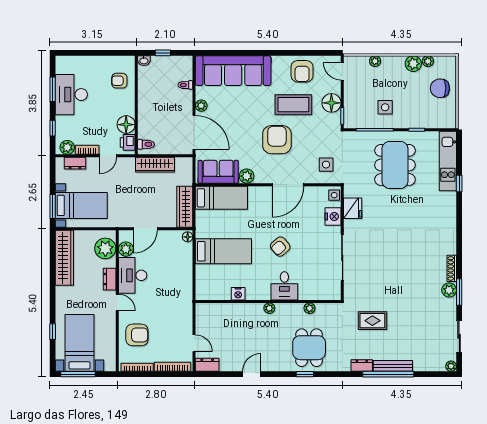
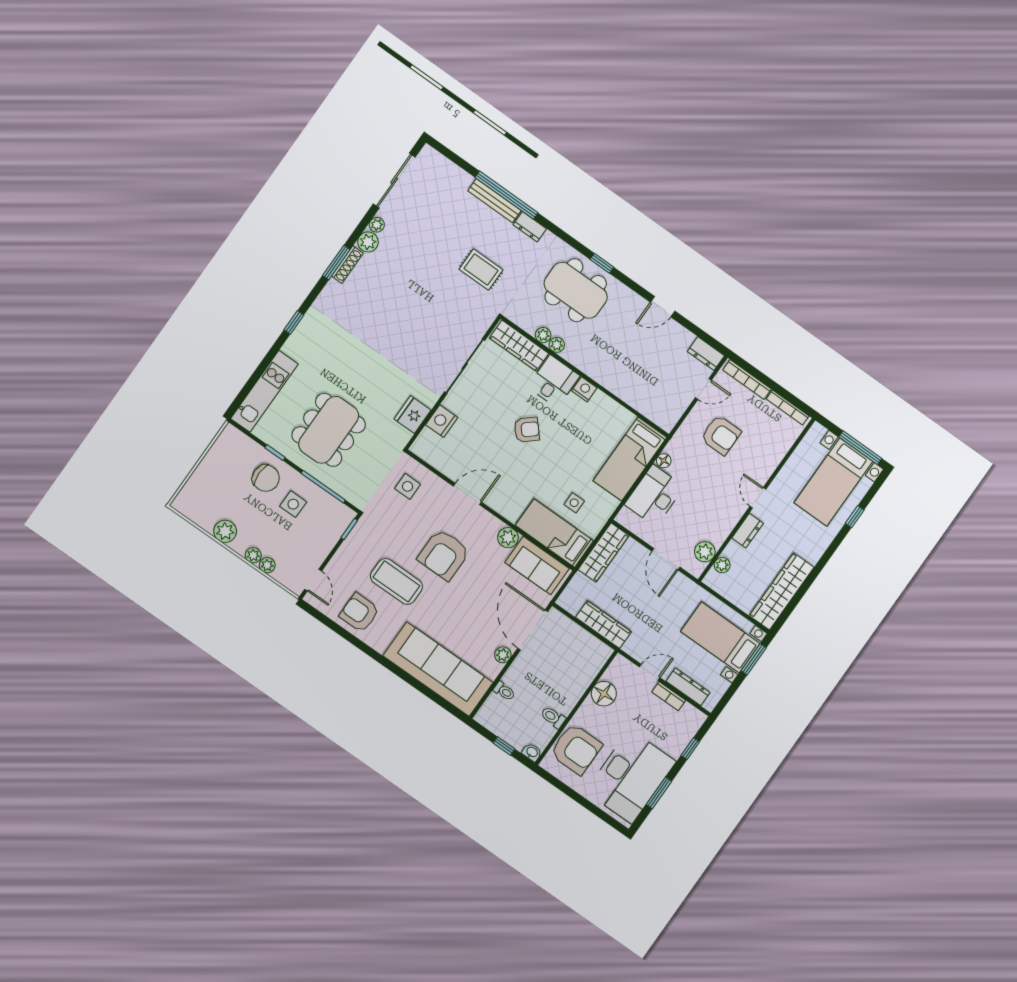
plant: (428, 61) -> (253, 555), moved
armchair: (302, 71) -> (359, 613), turned -90
armchair: (119, 81) -> (576, 749), width x1.88, depth x1.88
chair: (440, 88) -> (266, 478), moved
desk: (71, 95) -> (631, 776), width x1.36, depth x1.30
floor lamp: (331, 103) -> (351, 553), removed
printer: (128, 142) -> (617, 672), removed
toilet: (146, 144) -> (553, 717), moved
plant: (67, 147) -> (689, 715), removed
dresser: (75, 163) -> (688, 687), width x1.44
window: (459, 184) -> (294, 322), moved
door: (288, 185) -> (467, 494), width x0.73
side table: (334, 195) -> (574, 503), moved
door: (146, 229) -> (666, 559), swing flipped
floor lamp: (188, 237) -> (664, 461), moved
plant: (105, 248) -> (722, 565), width x0.53, depth x0.53
bed: (223, 251) -> (630, 459), moved, turned -90
desk: (133, 275) -> (654, 496), moved, turned 180
wardrobe: (319, 292) -> (519, 346), added
window: (459, 292) -> (336, 262), moved
nightstand: (238, 294) -> (584, 389), moved
plant: (269, 308) -> (557, 345), moved
armchair: (137, 335) -> (721, 435), moved, turned 180
sliding door: (459, 336) -> (394, 181), width x1.37
door: (194, 343) -> (703, 389), swing flipped
dining table: (309, 348) -> (576, 290), width x1.38
plant: (451, 366) -> (377, 225), moved

